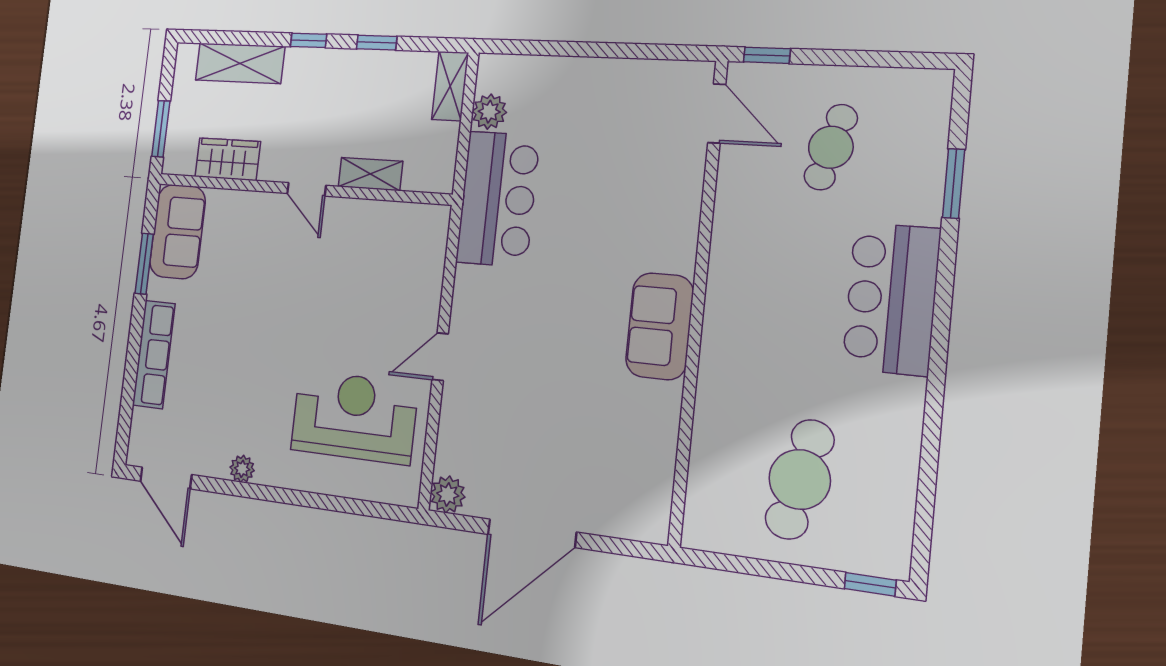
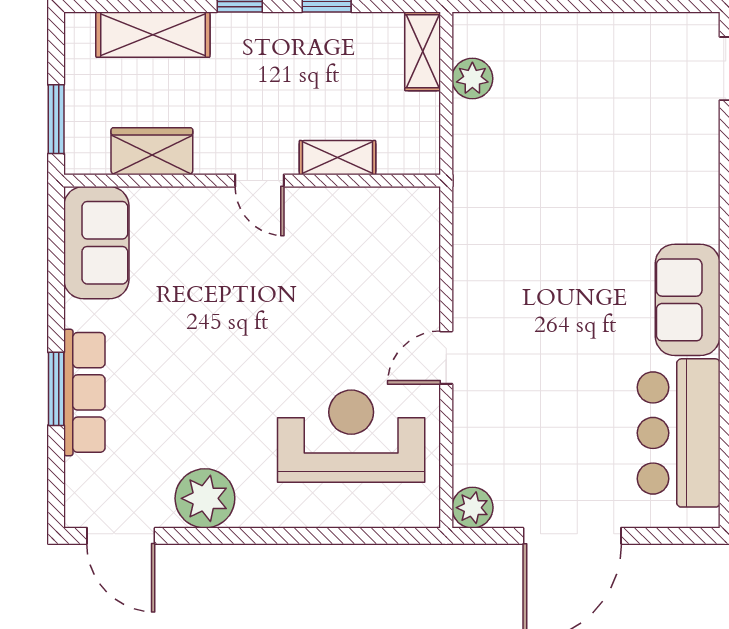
bar counter: (498, 199) -> (679, 433), moved, turned 180
window: (144, 264) -> (56, 389), moved
plant: (242, 469) -> (205, 498), width x1.87, depth x1.87

